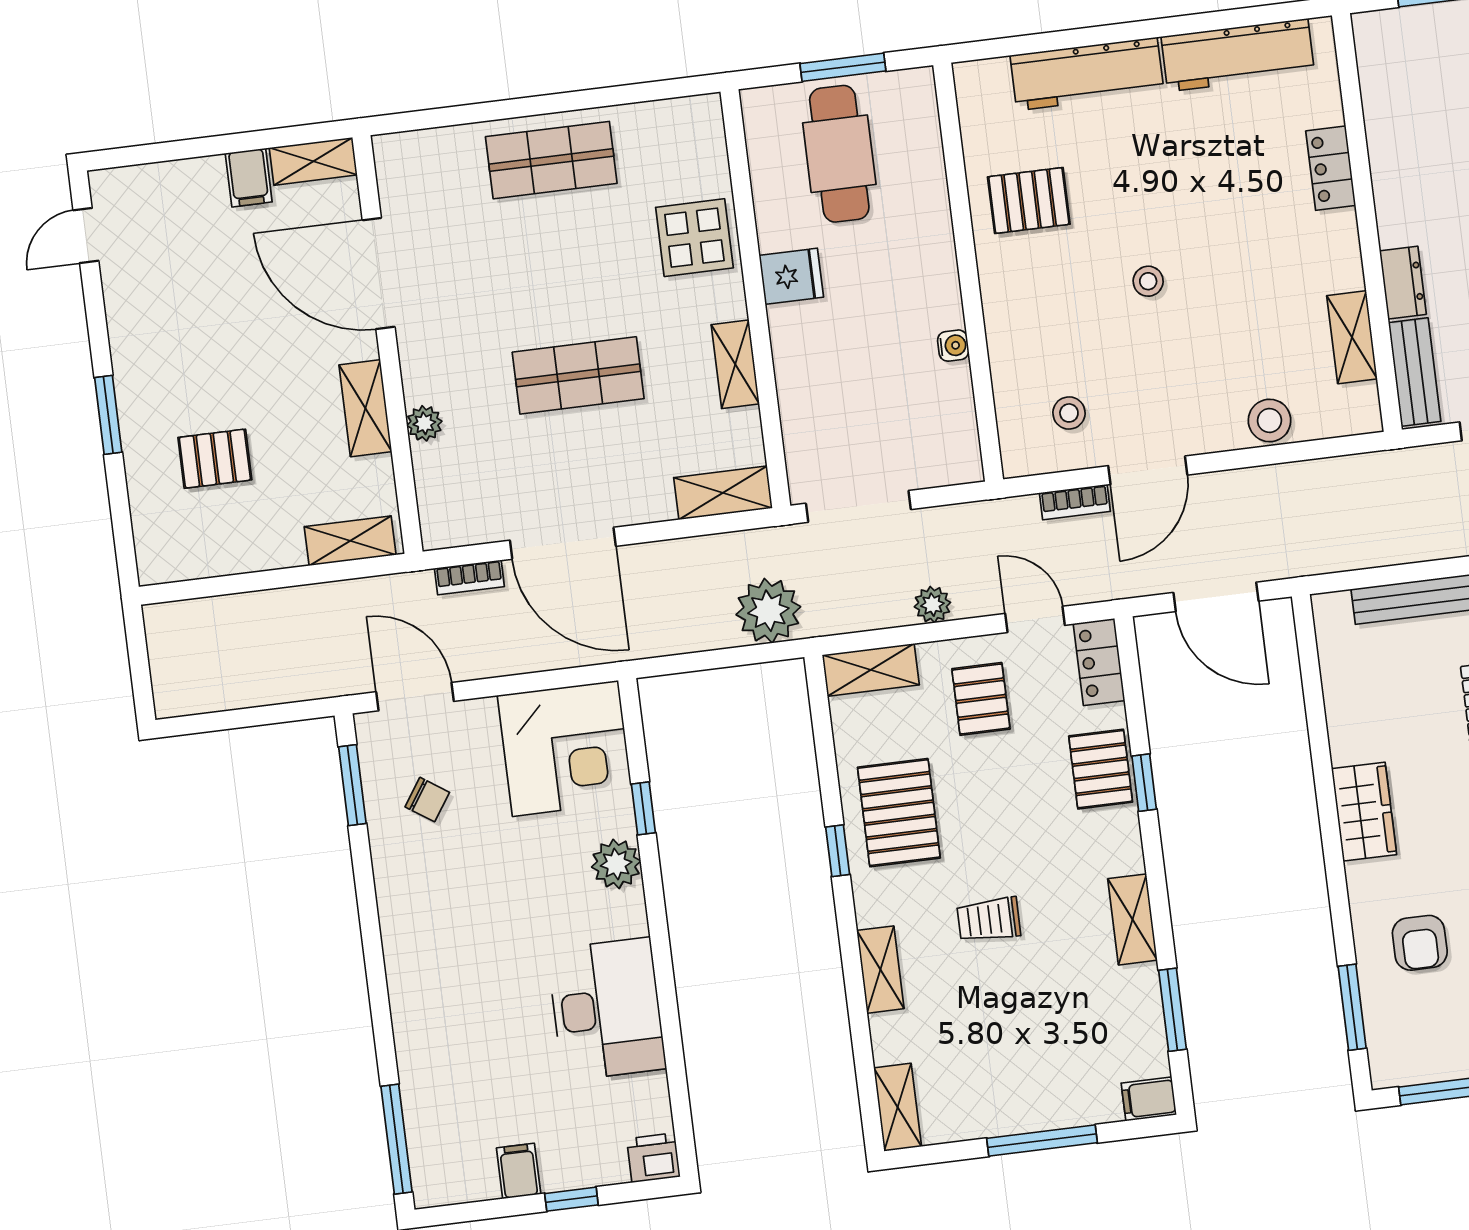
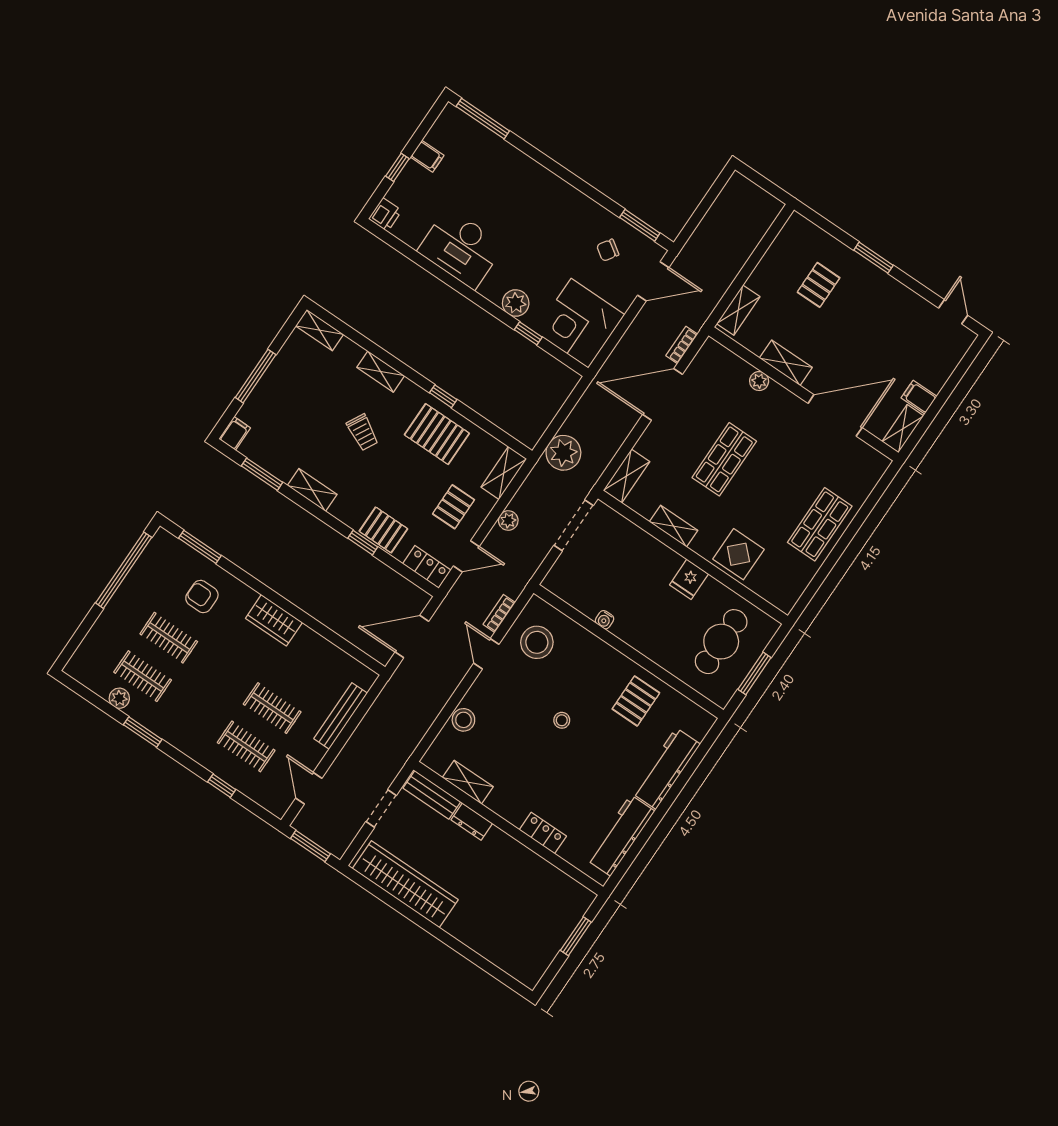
cafe table: (839, 154) -> (721, 642), turned 90
stool: (1069, 413) -> (537, 642), width x1.89, depth x1.89
door: (1148, 470) -> (486, 654), width x0.73
pallet: (981, 699) -> (453, 507), turned 90
trolley: (989, 920) -> (363, 432), turned 118

